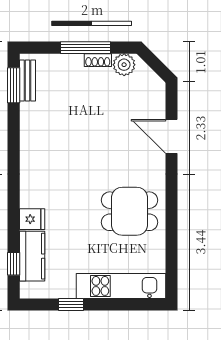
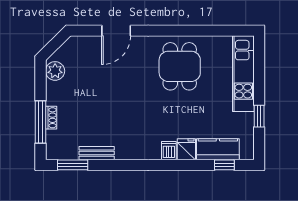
window: (85, 48) -> (41, 122), moved
shoe rack: (98, 60) -> (51, 118), moved
bench: (27, 80) -> (97, 153), moved
dishwasher: (31, 199) -> (169, 151), added

